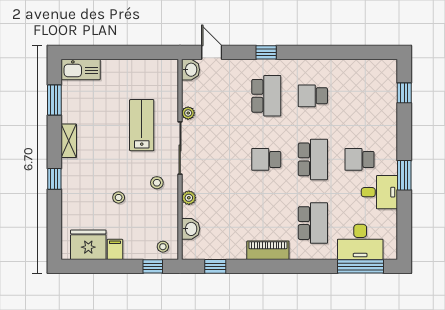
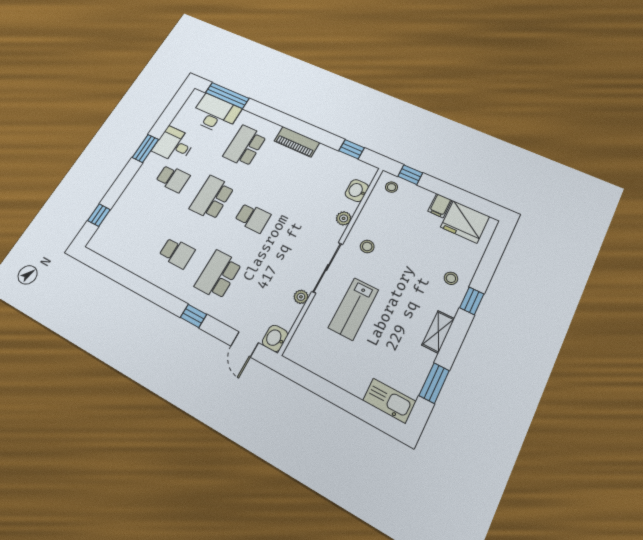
stool: (119, 197) -> (451, 278), moved

